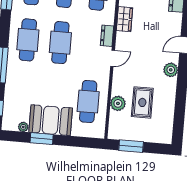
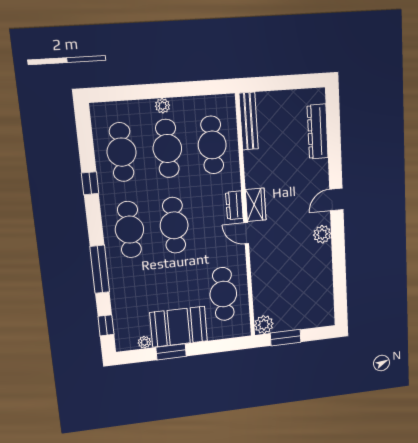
wardrobe: (125, 19) -> (256, 205), moved
door: (113, 58) -> (246, 233), swing flipped
rug: (142, 102) -> (292, 282), removed
plant: (118, 103) -> (264, 325), moved

